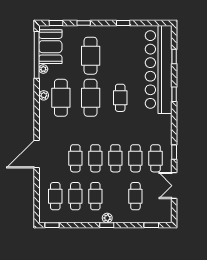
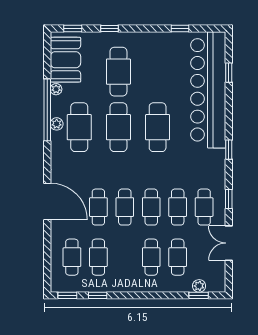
window: (123, 23) -> (180, 28), moved
window: (37, 55) -> (47, 110), moved
window: (174, 94) -> (229, 150), moved
cafe table: (120, 98) -> (158, 127), width x1.37, depth x1.35
door: (37, 154) -> (47, 201), swing flipped
cafe table: (95, 196) -> (151, 257), moved
plant: (107, 218) -> (199, 286), moved
window: (107, 225) -> (98, 295), moved

